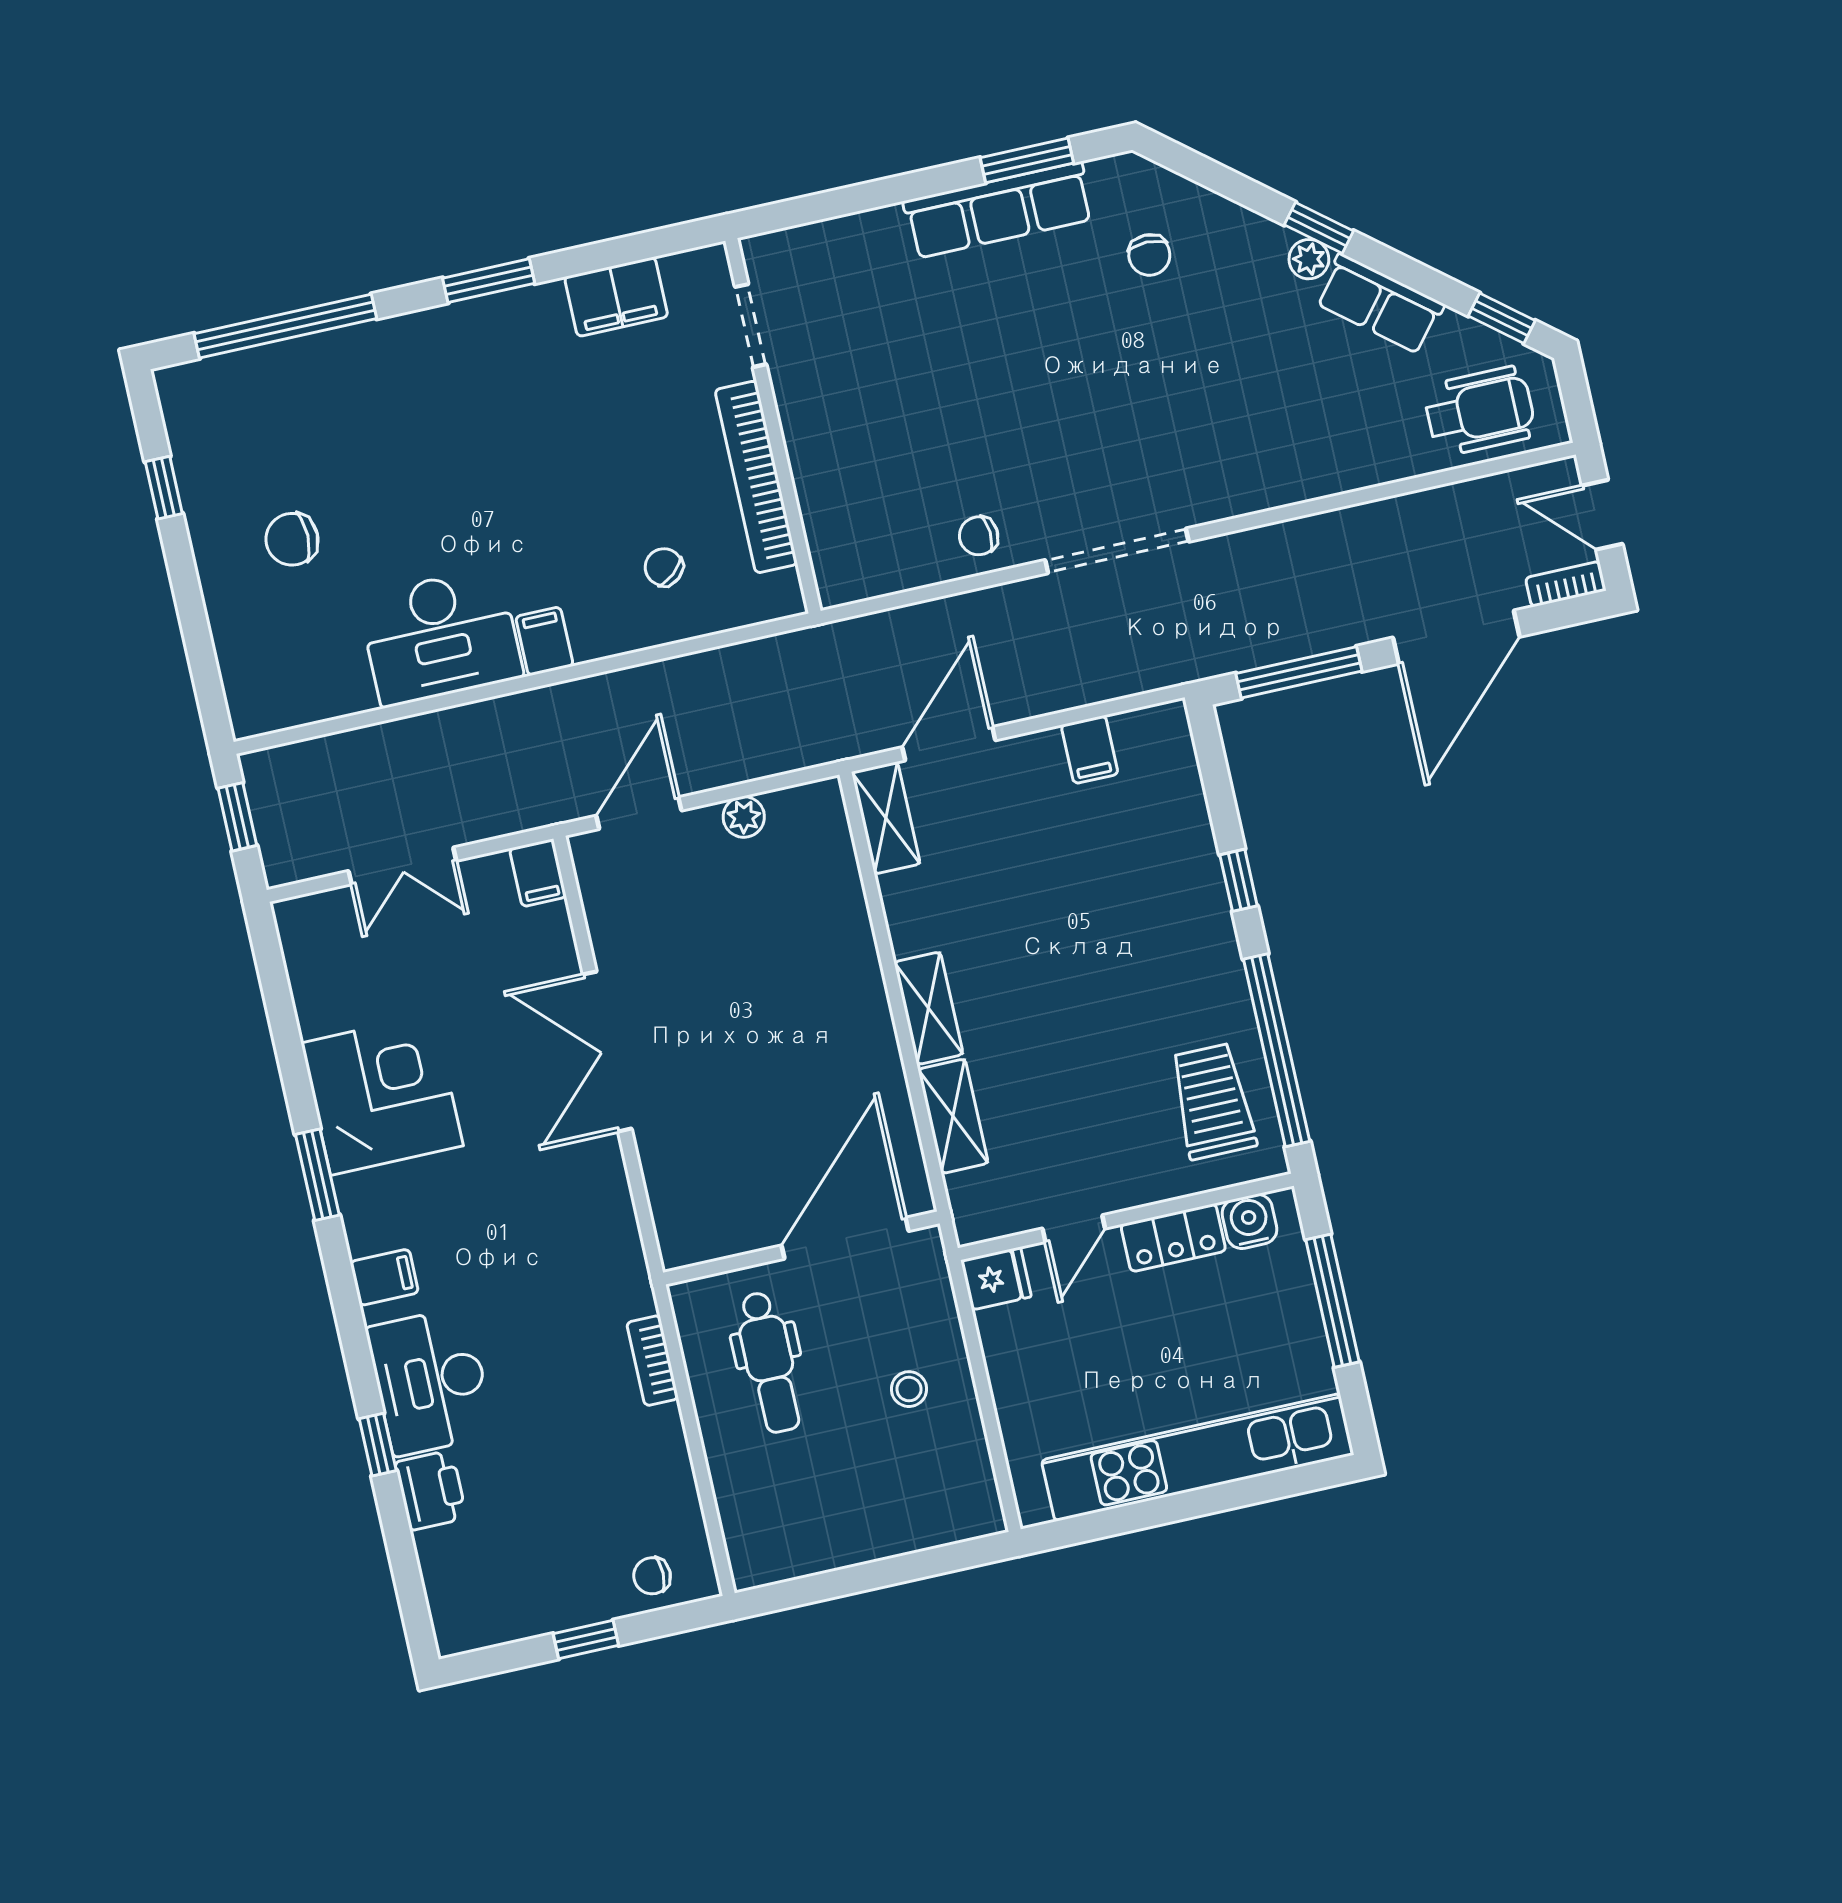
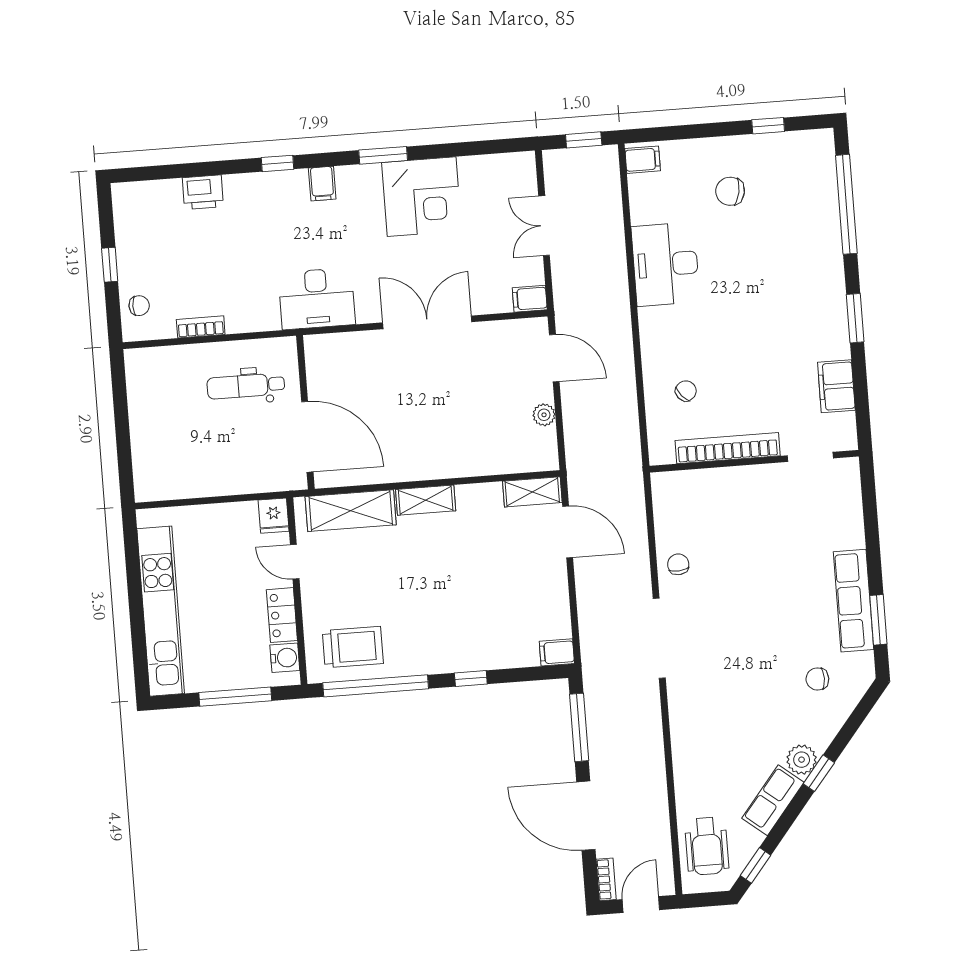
plant: (1309, 259) -> (802, 760), width x1.38, depth x1.38
chair: (292, 539) -> (730, 191), turned -79
filing cabinet: (544, 641) -> (643, 160), moved
filing cabinet: (1090, 750) -> (557, 652), moved
shelving: (953, 1116) -> (351, 511), width x1.50, depth x1.33
bookcase: (653, 1361) -> (201, 327), moved
desk: (430, 1381) -> (317, 299), moved, turned 180
stool: (909, 1389) -> (220, 460), removed
window: (378, 1445) -> (278, 163), moved
chair: (652, 1576) -> (139, 306), turned 90

